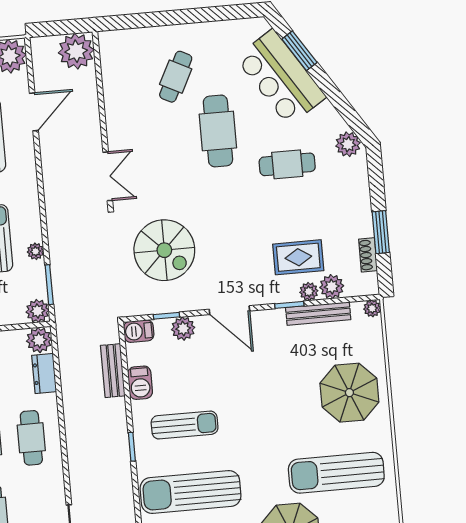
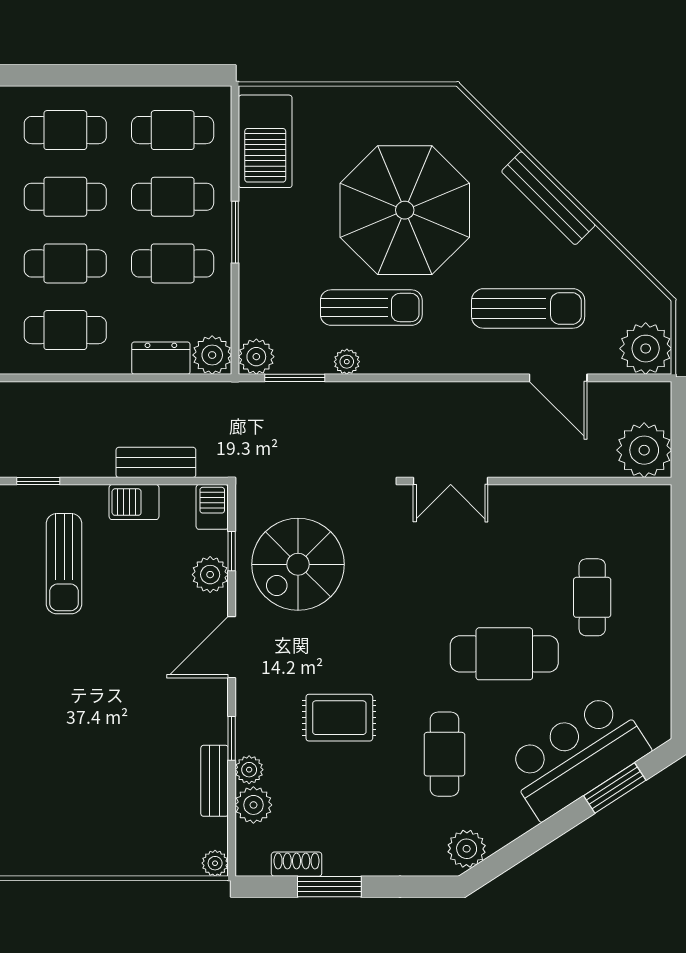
cafe table: (176, 77) -> (592, 597), turned 63
spiral stairs: (164, 250) -> (298, 564), moved
rug: (298, 257) -> (339, 718), moved, turned 90
bench: (318, 314) -> (215, 781), width x0.73
parasol: (349, 393) -> (91, 817), removed

